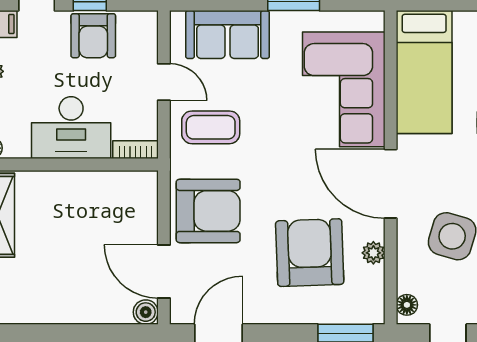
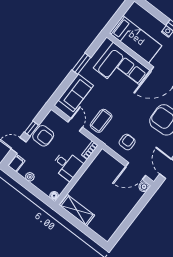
door: (164, 82) -> (75, 125), hinge flipped
desk: (71, 128) -> (67, 165), width x0.73
armchair: (208, 211) -> (127, 142), width x0.53, depth x0.53

